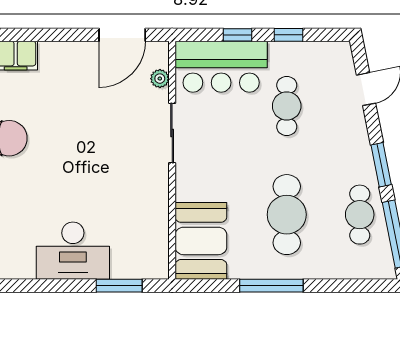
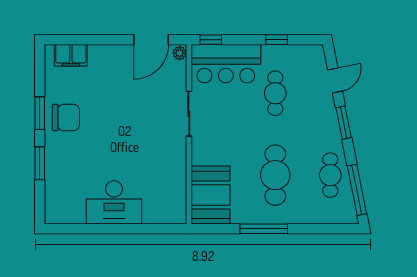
window: (237, 35) -> (211, 40), moved
plant: (160, 79) -> (180, 53), moved
window: (381, 165) -> (344, 123), moved
window: (119, 286) -> (149, 229), removed

